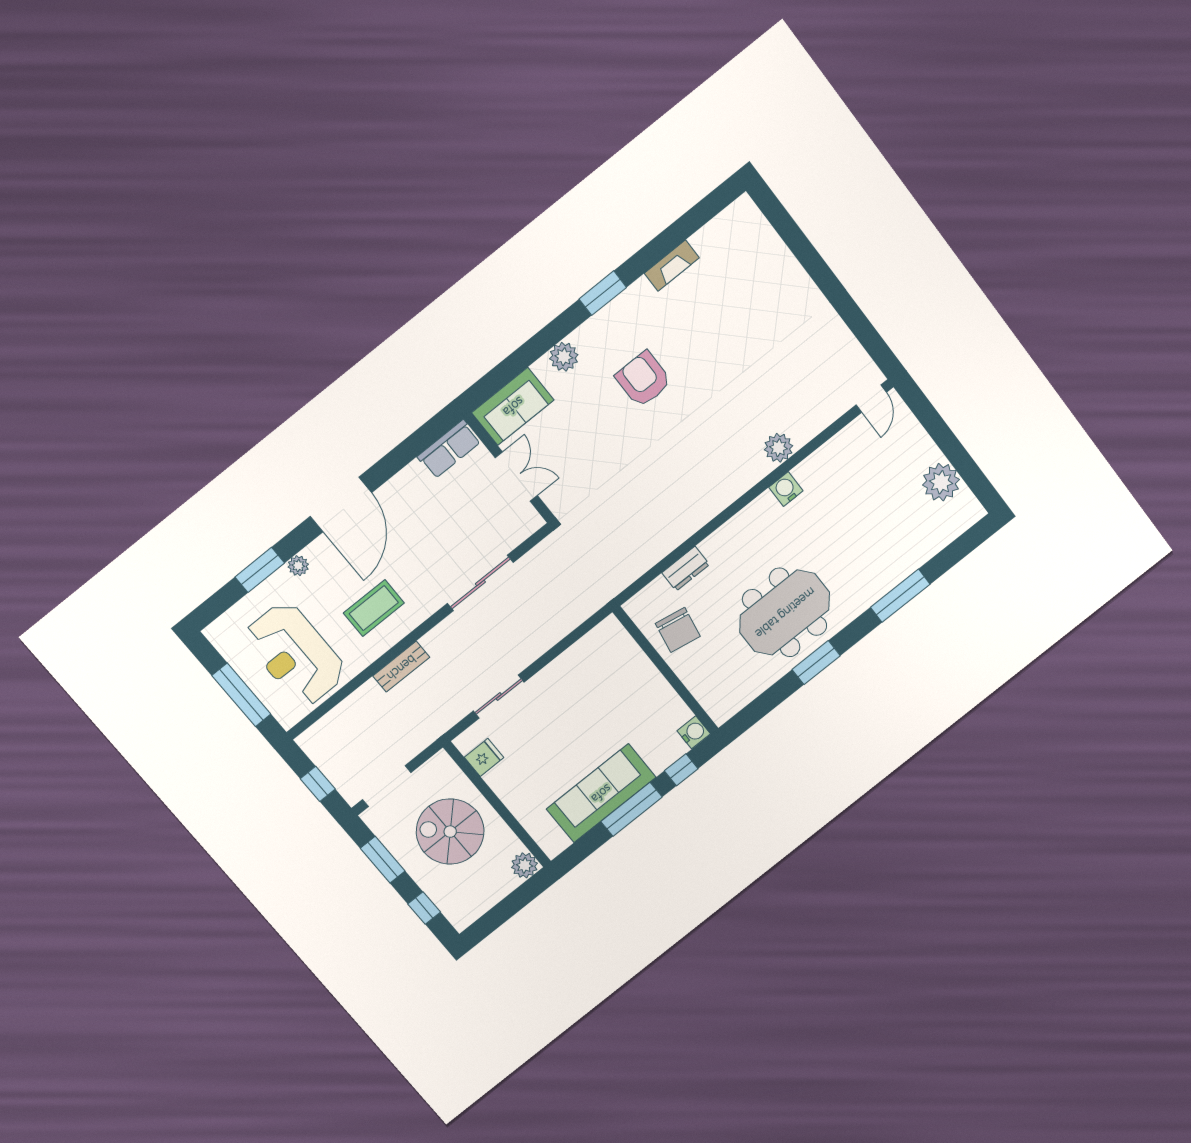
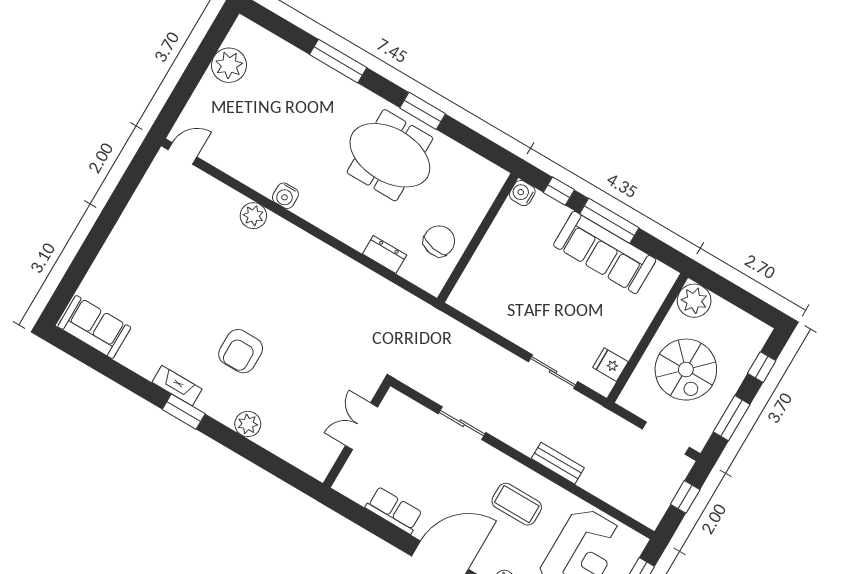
fireplace: (672, 266) -> (177, 386), moved
sofa: (513, 406) -> (94, 327), moved
row of seats: (449, 449) -> (394, 510), moved
sliding door: (480, 583) -> (462, 423), width x0.73
plant: (525, 865) -> (694, 301), width x1.36, depth x1.36

